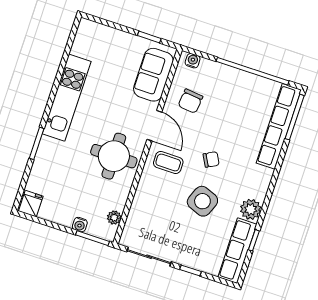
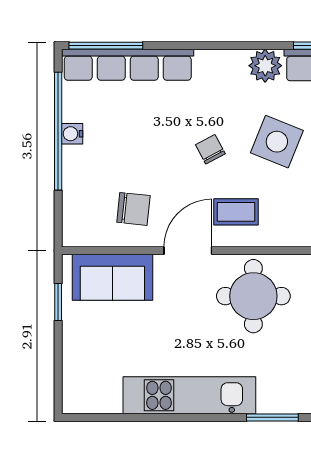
water cooler: (193, 61) -> (72, 134), moved
coffee table: (168, 163) -> (236, 212), turned 90

